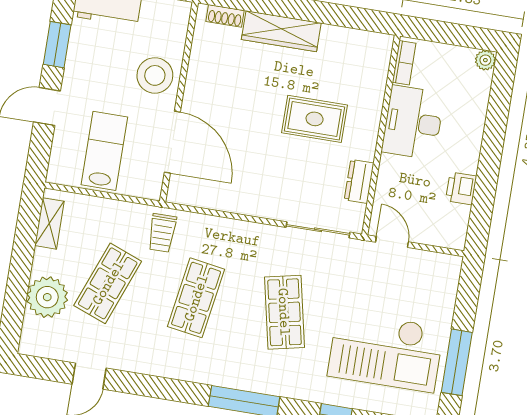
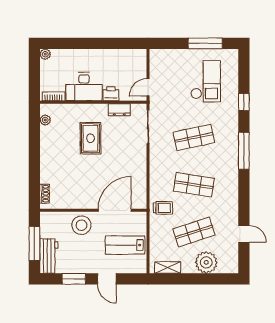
wardrobe: (281, 31) -> (48, 163), removed
plant: (362, 40) -> (45, 120), added
printer: (461, 188) -> (111, 94), moved, turned 180
shop shelf: (108, 283) -> (194, 232), turned -39
checkout: (386, 351) -> (206, 81), width x0.73, depth x0.83

